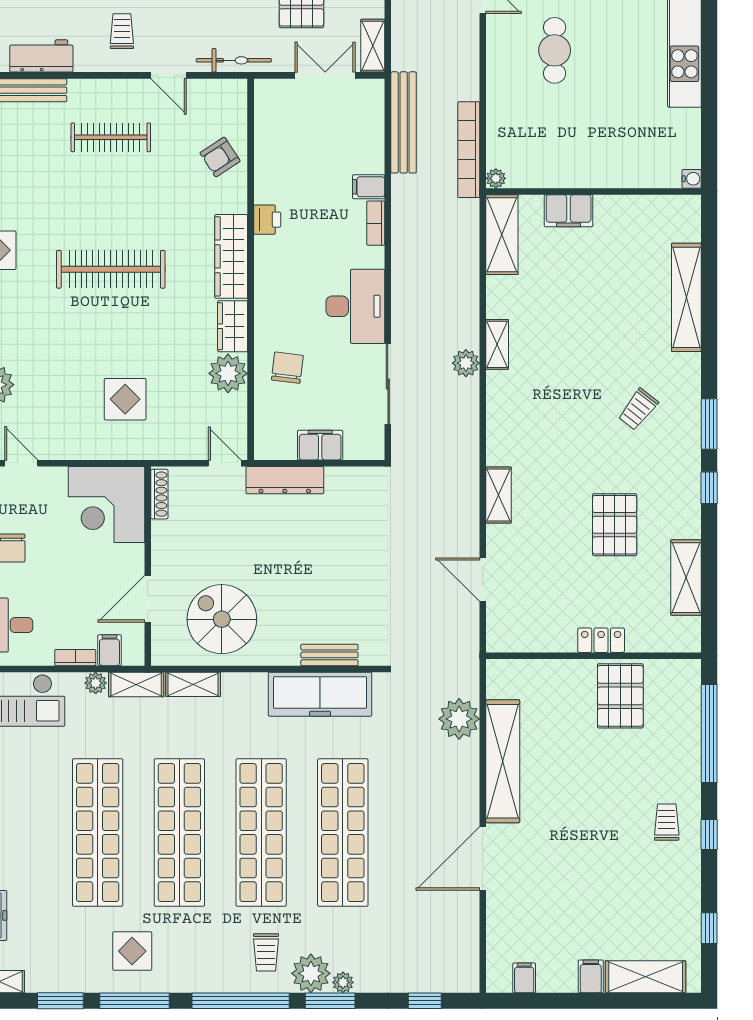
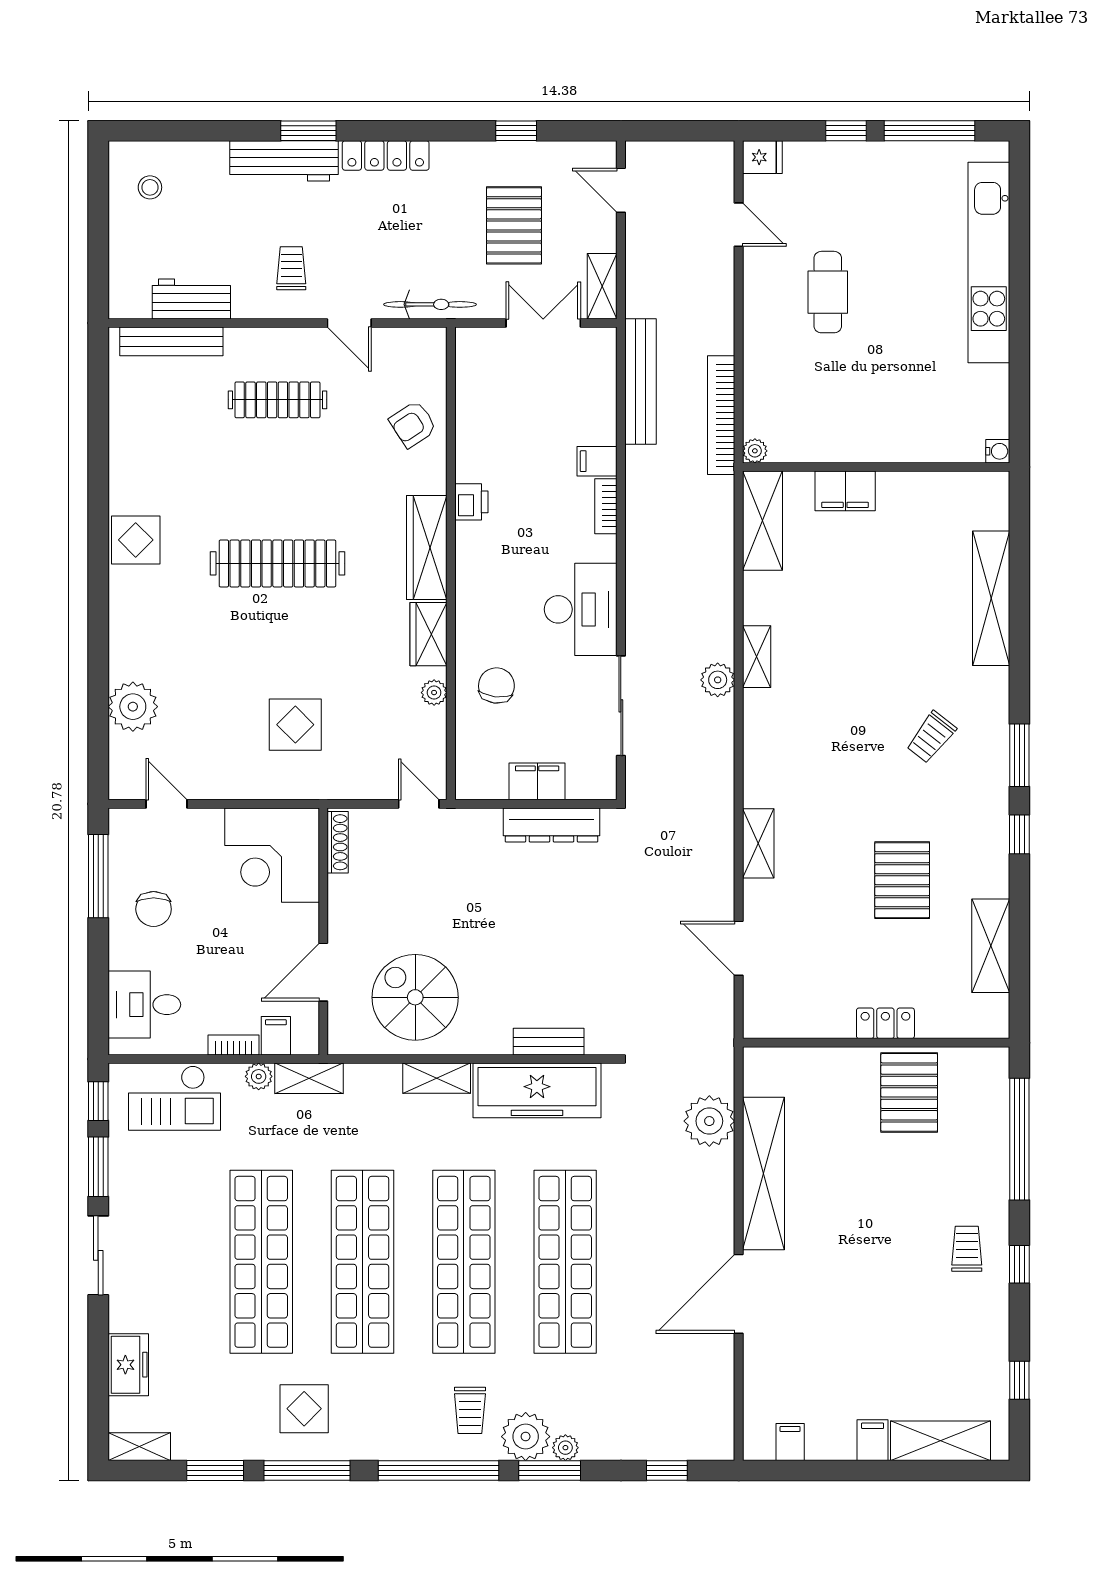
plant: (228, 373) -> (434, 693), width x0.53, depth x0.53
dresser: (285, 480) -> (552, 825), moved
shelving: (193, 684) -> (437, 1078), moved

